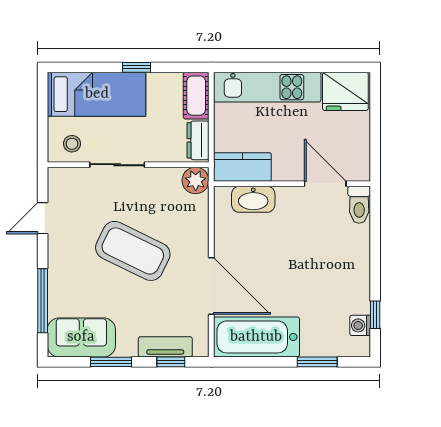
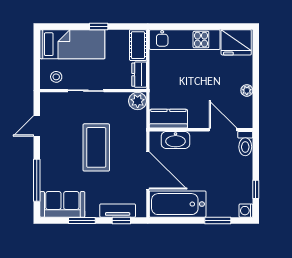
plant: (362, 164) -> (247, 90), added
kitchen counter: (242, 167) -> (168, 119), moved
wall: (292, 184) -> (201, 130), moved
door: (325, 184) -> (223, 130), moved
washbasin: (253, 199) -> (176, 140), moved
toilet: (359, 205) -> (245, 144), moved
coffee table: (133, 251) -> (96, 147), turned 64
washing machine: (360, 325) -> (246, 211), moved

